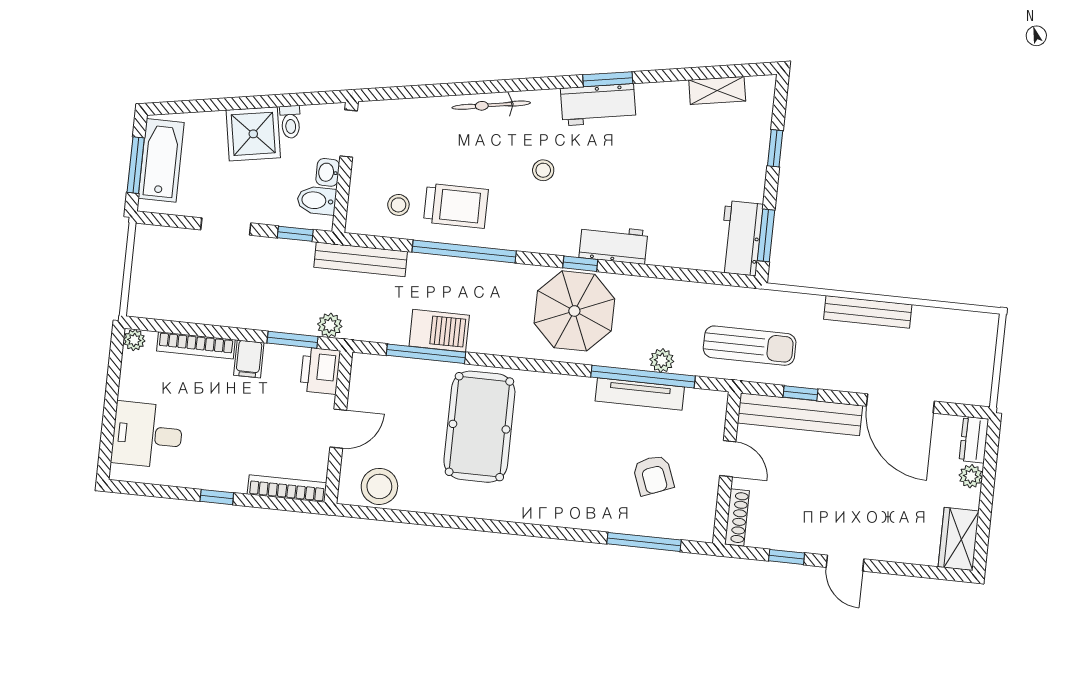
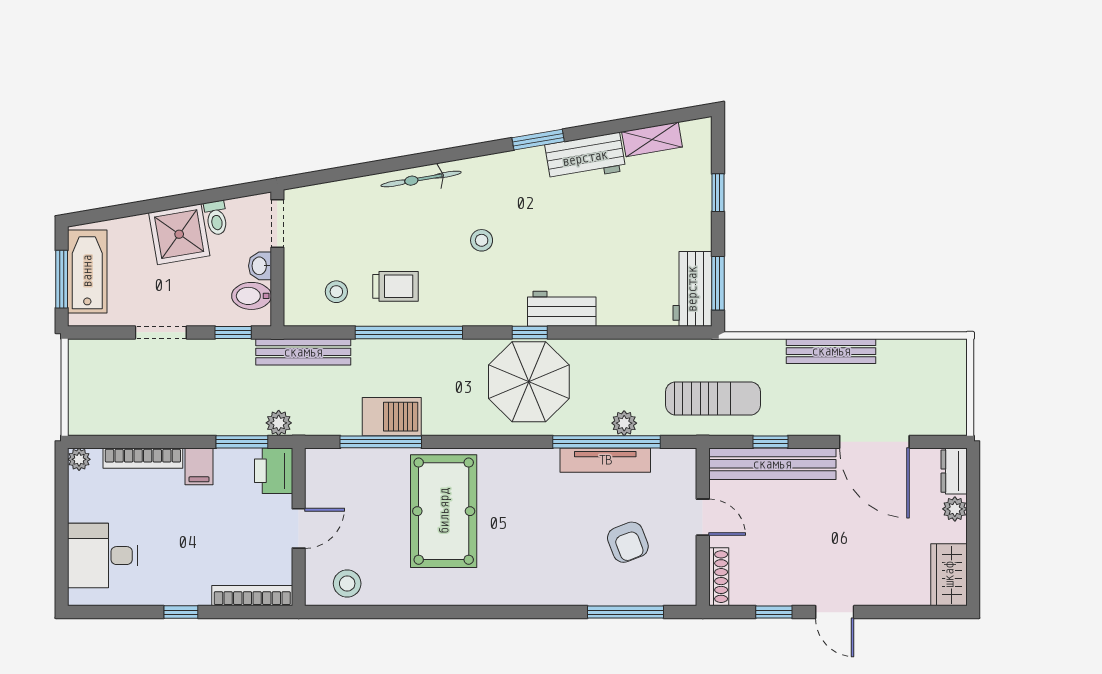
workbench: (598, 105) -> (585, 158), moved
trolley: (456, 206) -> (395, 286), width x0.73, depth x0.72
stool: (379, 486) -> (347, 584), width x0.73, depth x0.73

